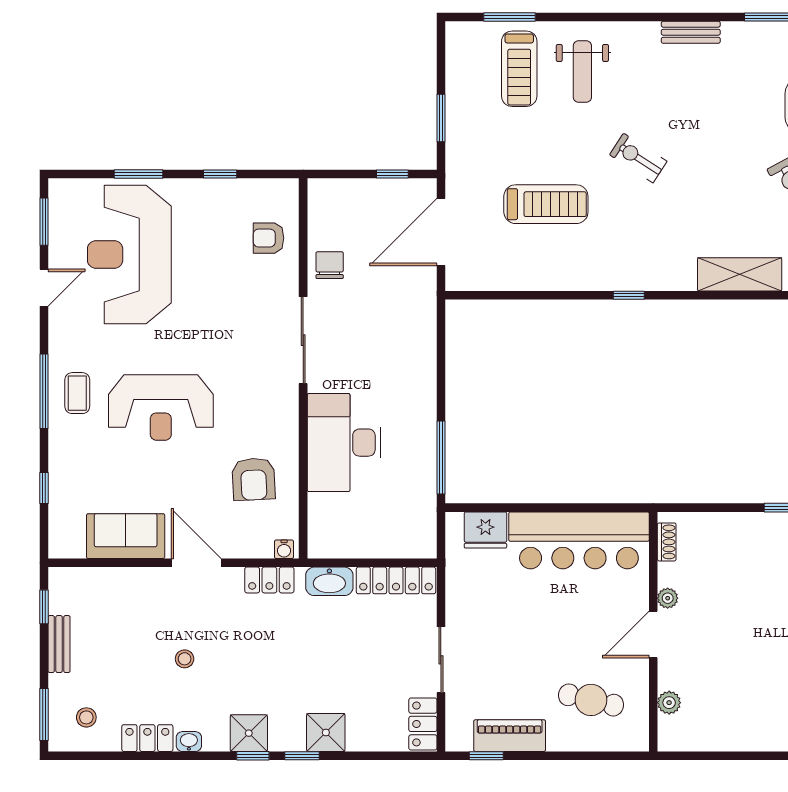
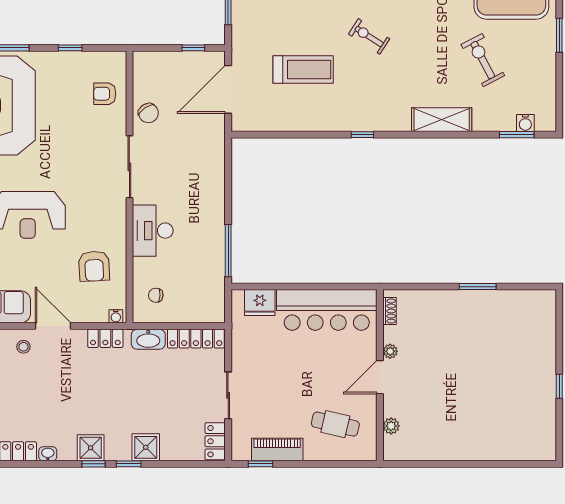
chair: (330, 265) -> (148, 113), turned 146
desk: (344, 443) -> (153, 231), width x0.73, depth x0.77
chair: (340, 520) -> (156, 295), added
stool: (185, 659) -> (23, 347), moved

